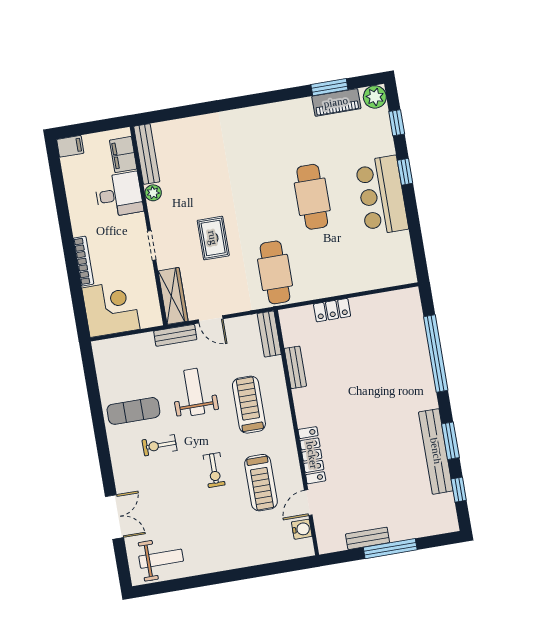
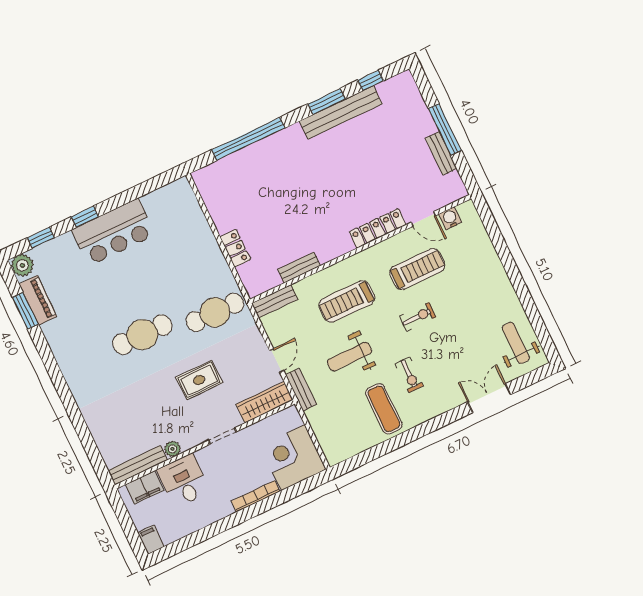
cafe table: (312, 197) -> (142, 335), moved

